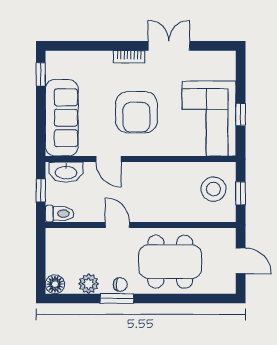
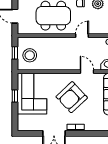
armchair: (136, 112) -> (72, 97), turned -133
door: (118, 225) -> (82, 36), swing flipped

